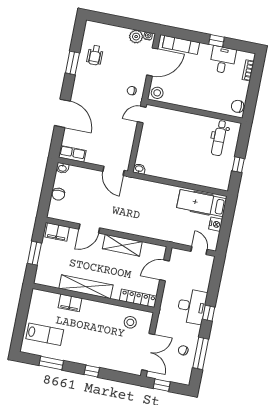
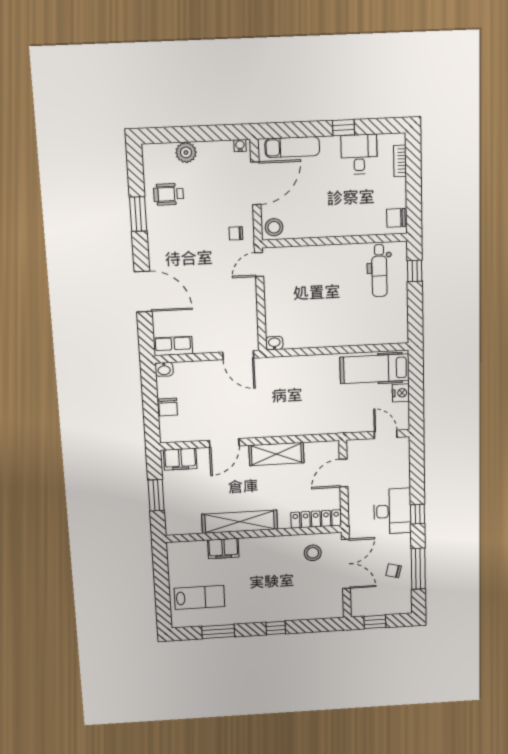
plant: (136, 37) -> (186, 152), moved
wheelchair: (95, 55) -> (168, 194), turned 90
window: (238, 165) -> (415, 271), moved
double door: (148, 352) -> (346, 564), moved

